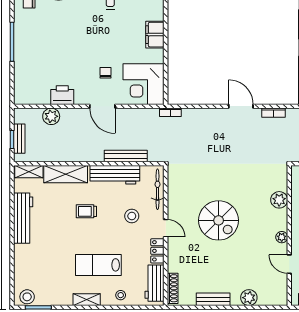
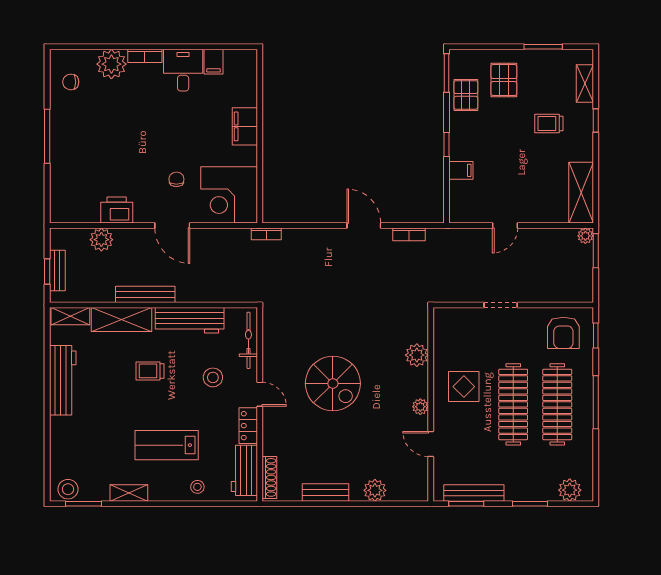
bench: (126, 156) -> (145, 294), moved
shelving: (87, 300) -> (129, 493), moved

